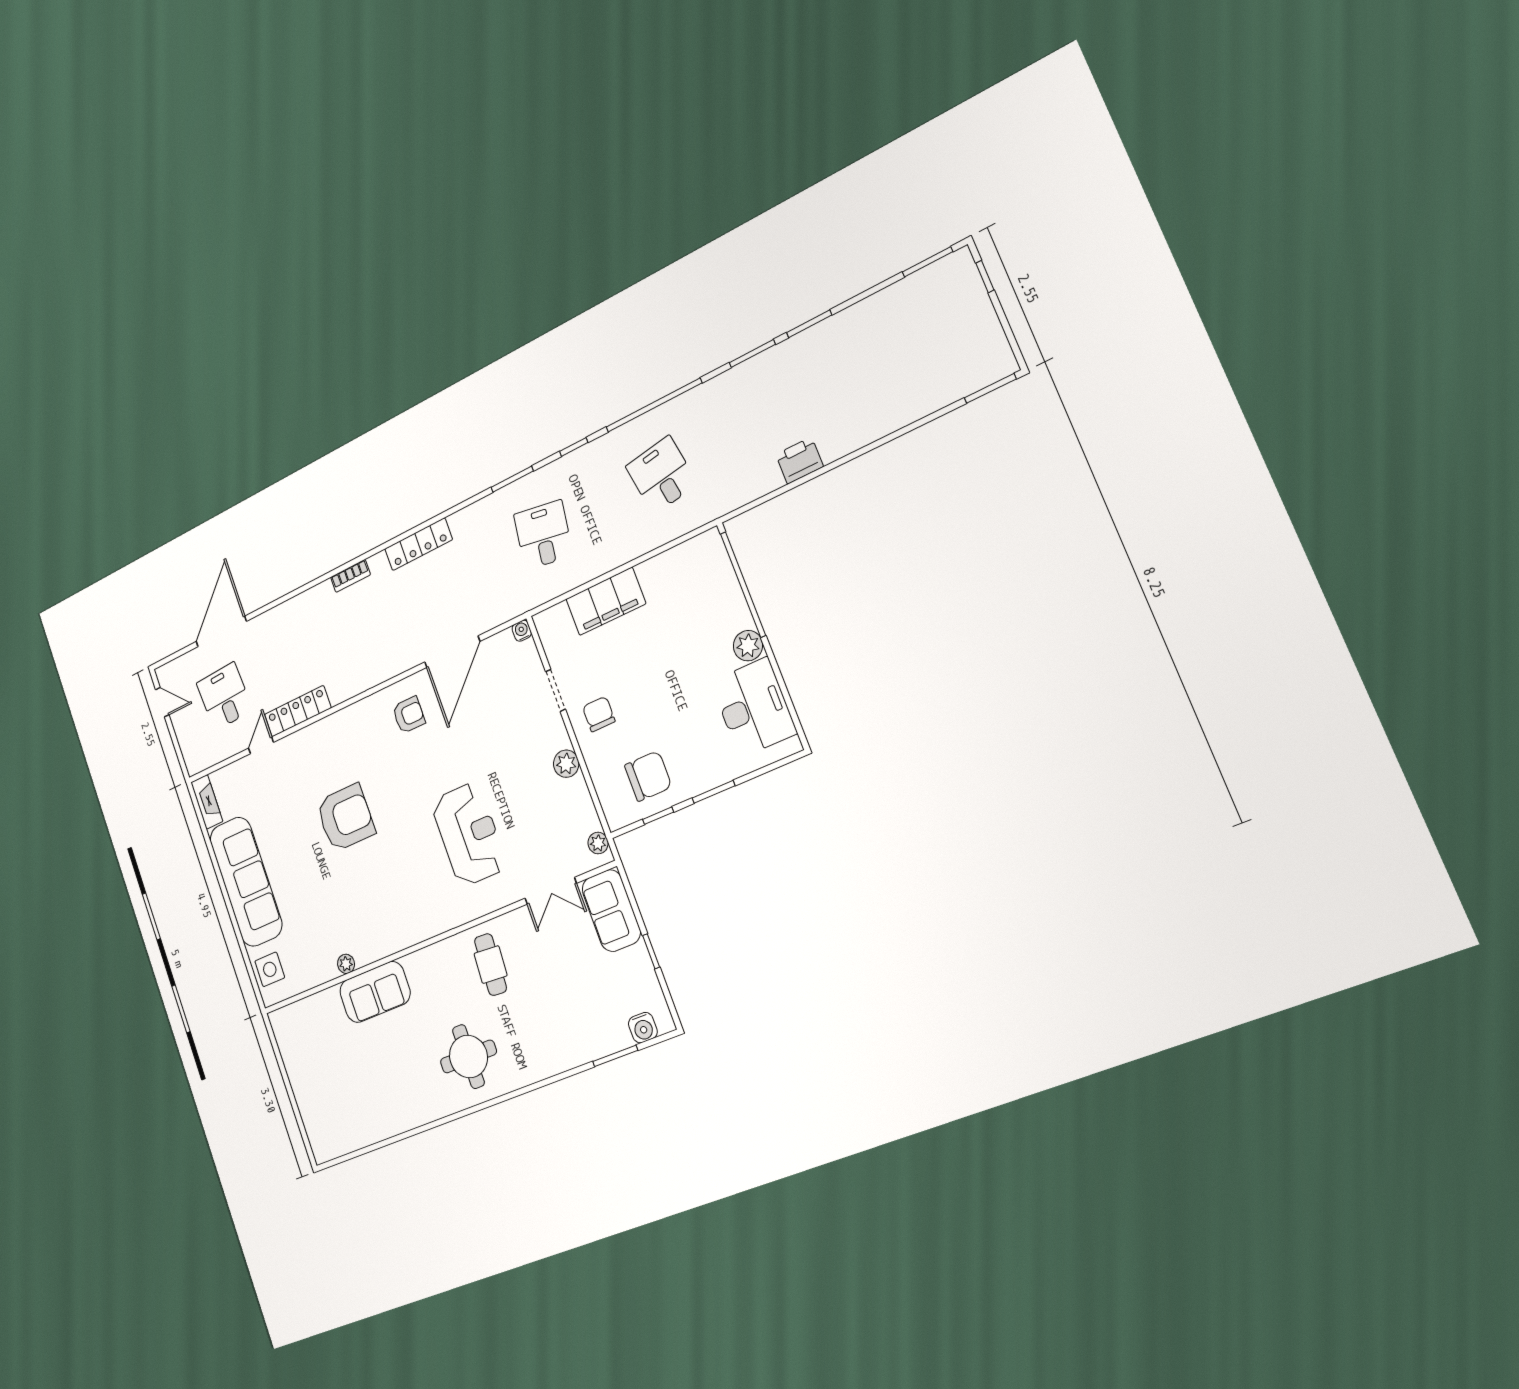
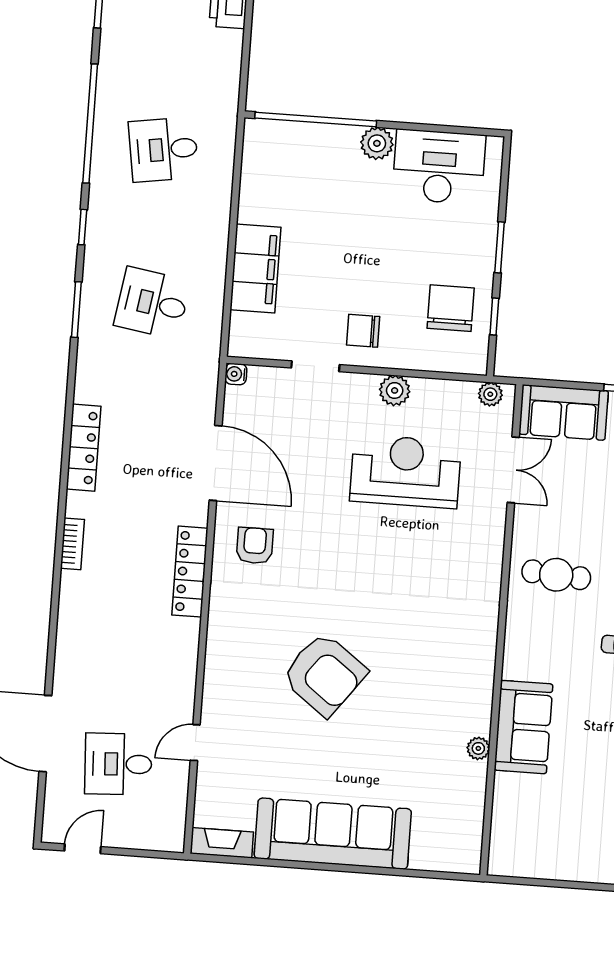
locker: (298, 711) -> (190, 572), moved
door: (261, 745) -> (195, 743), hinge flipped
armchair: (345, 818) -> (324, 674), turned 127
reception desk: (469, 834) -> (405, 471), moved
side table: (270, 969) -> (441, 848), removed

